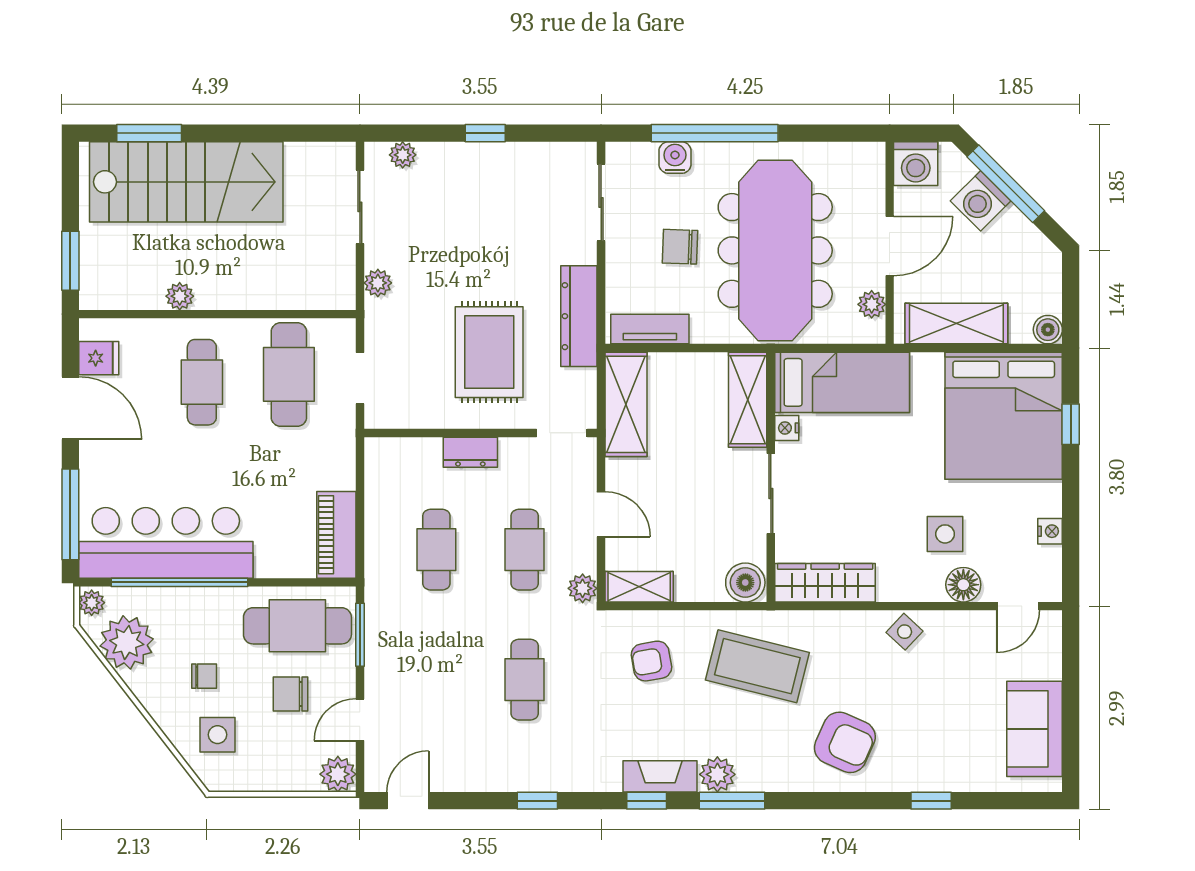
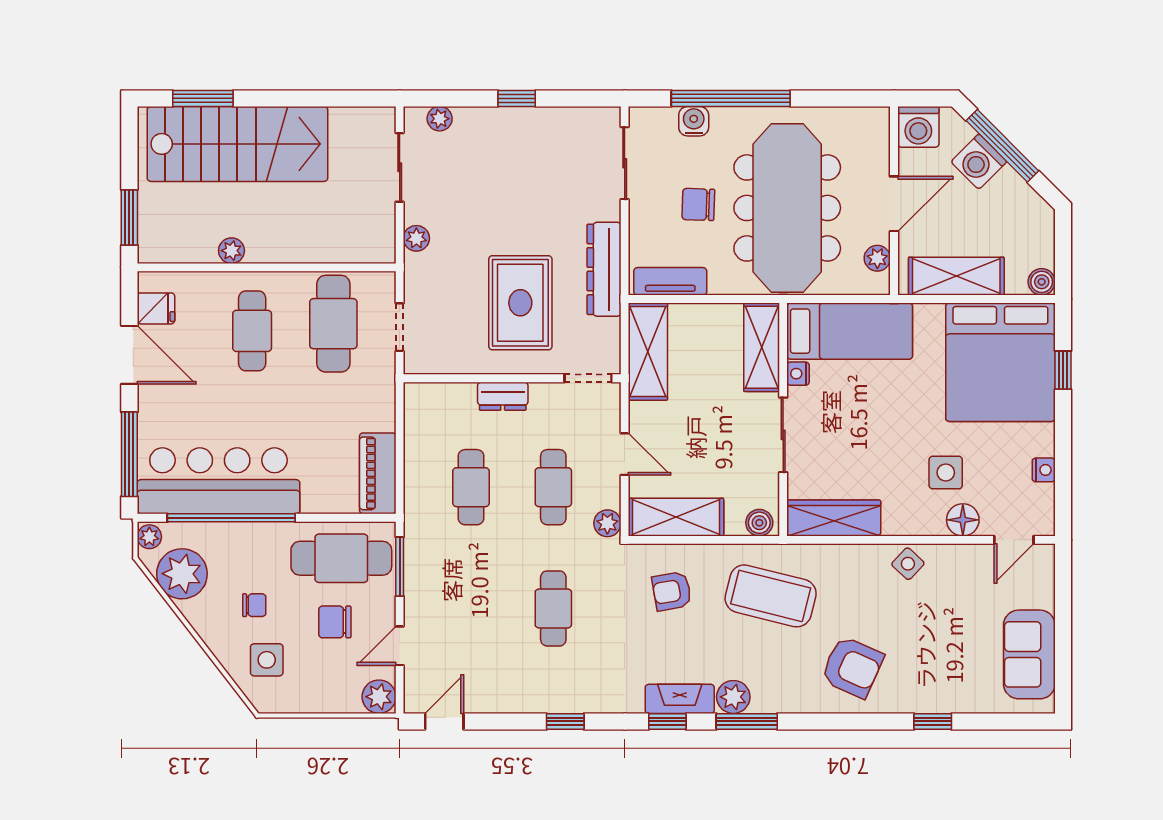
boiler: (745, 583) -> (759, 523), width x0.73, depth x0.73
shelving: (639, 587) -> (676, 517), width x1.50, depth x1.33

